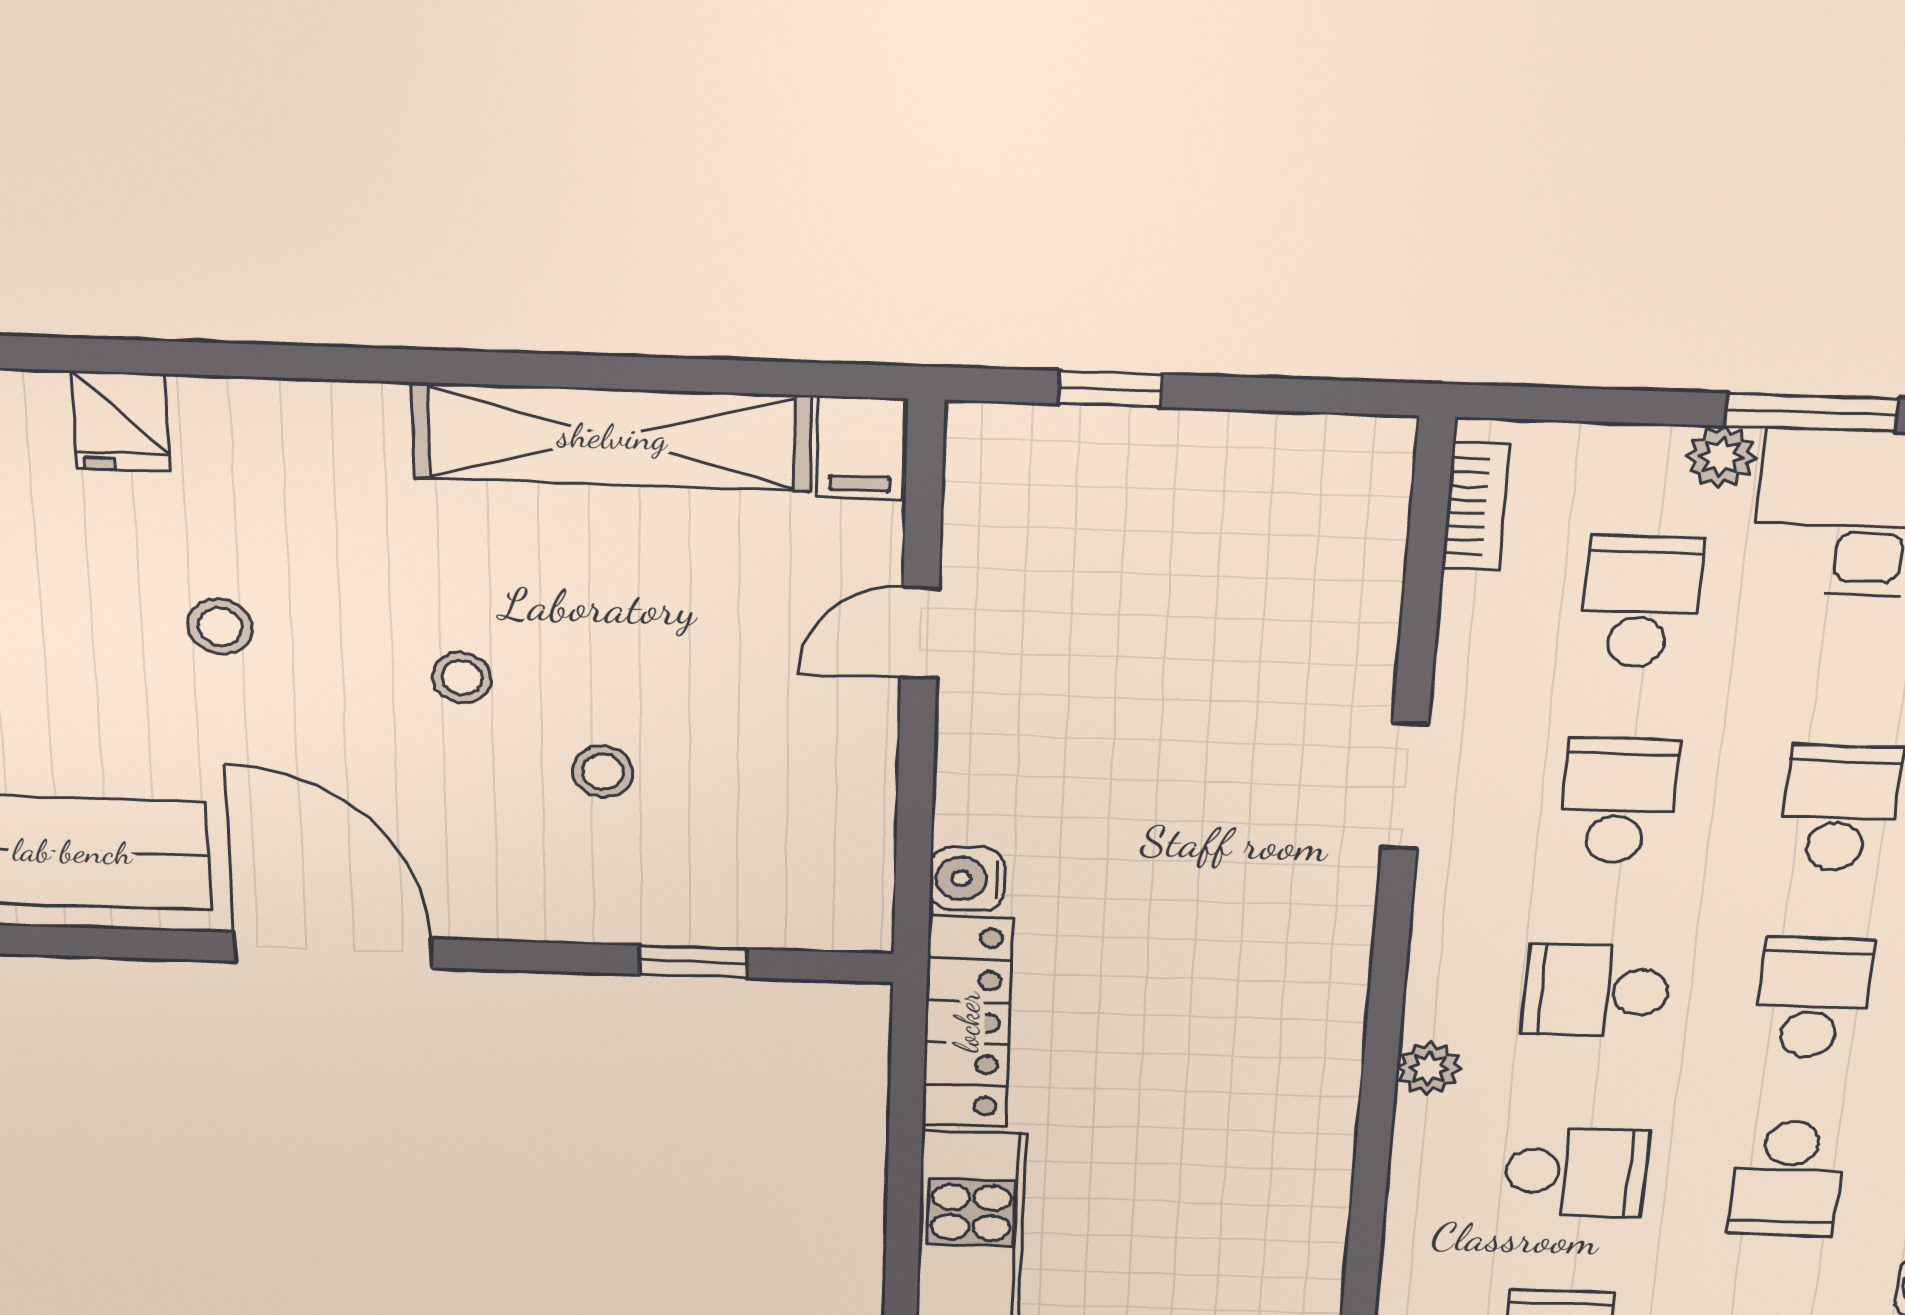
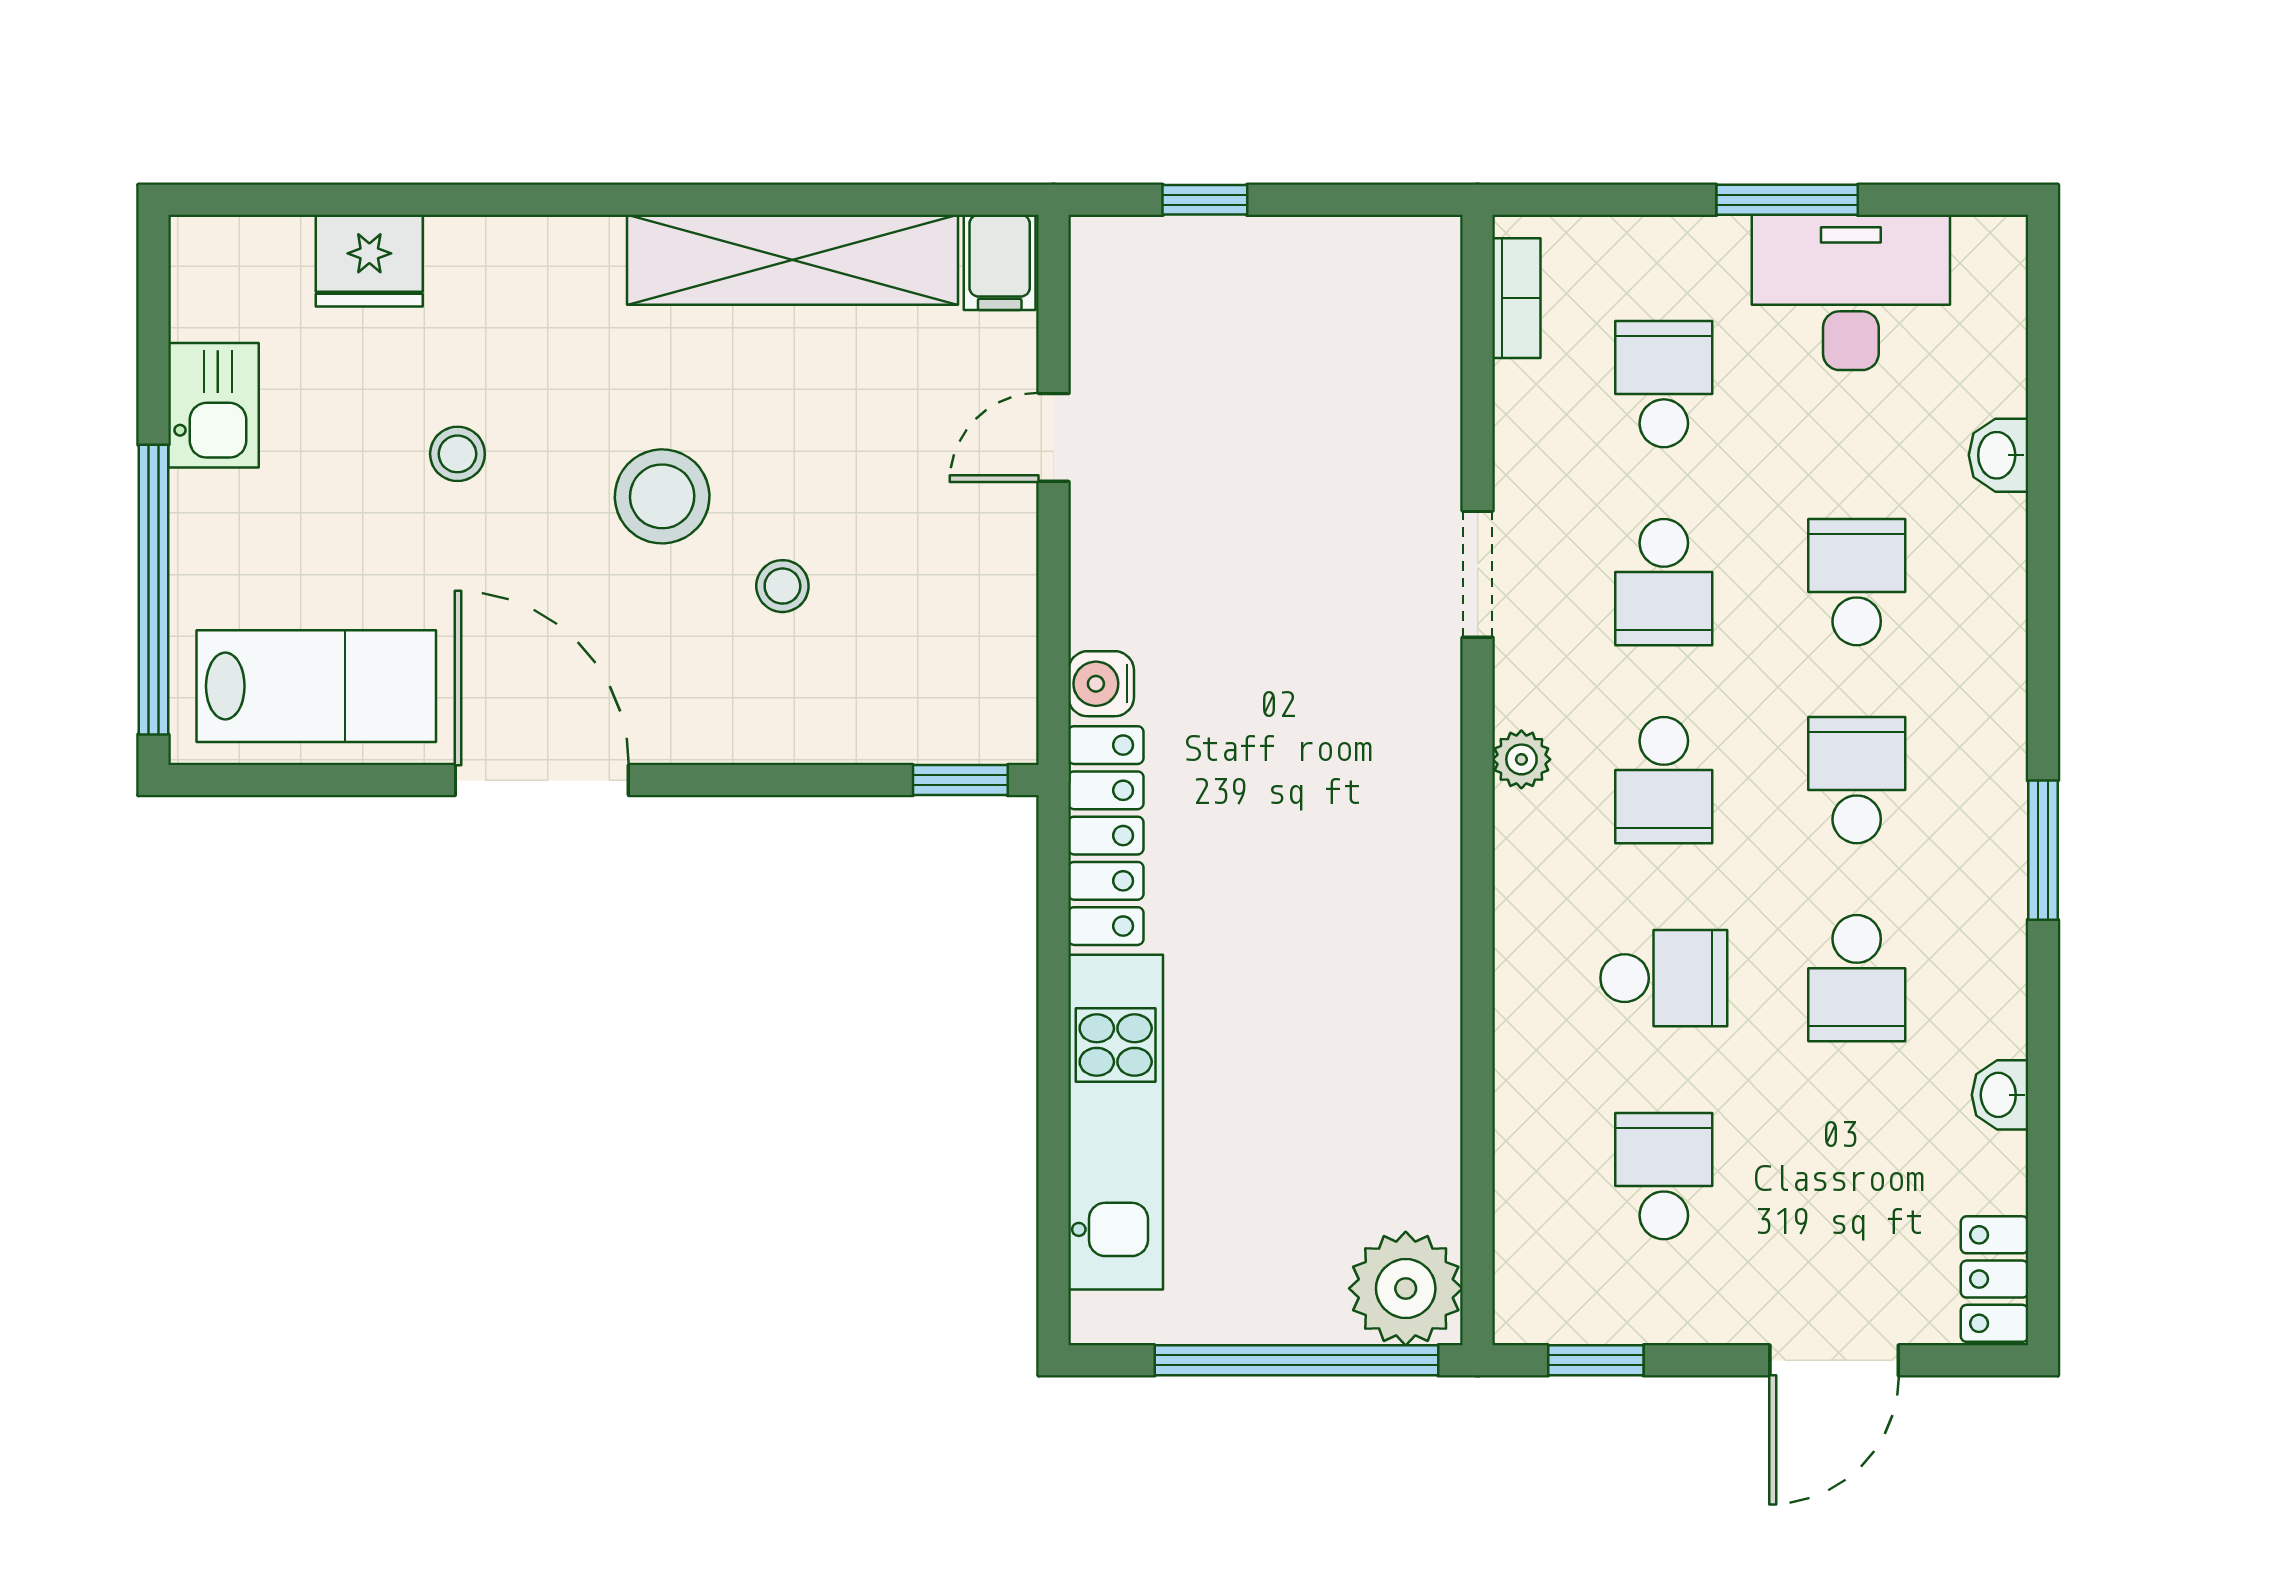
fridge: (121, 421) -> (369, 261), width x1.38
plant: (1721, 457) -> (1717, 244), removed
stool: (462, 678) -> (662, 496), width x1.89, depth x1.89
school desk: (1618, 801) -> (1664, 582), turned 180
window: (693, 962) -> (960, 780), moved
school desk: (1596, 991) -> (1664, 780), turned -90
plant: (1429, 1068) -> (1521, 759), moved

